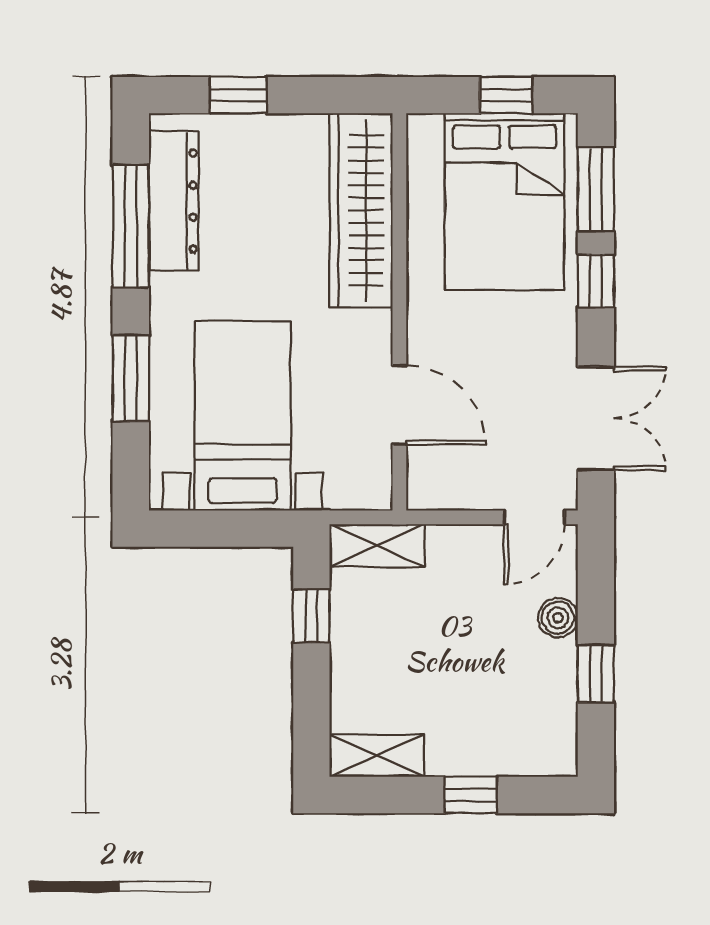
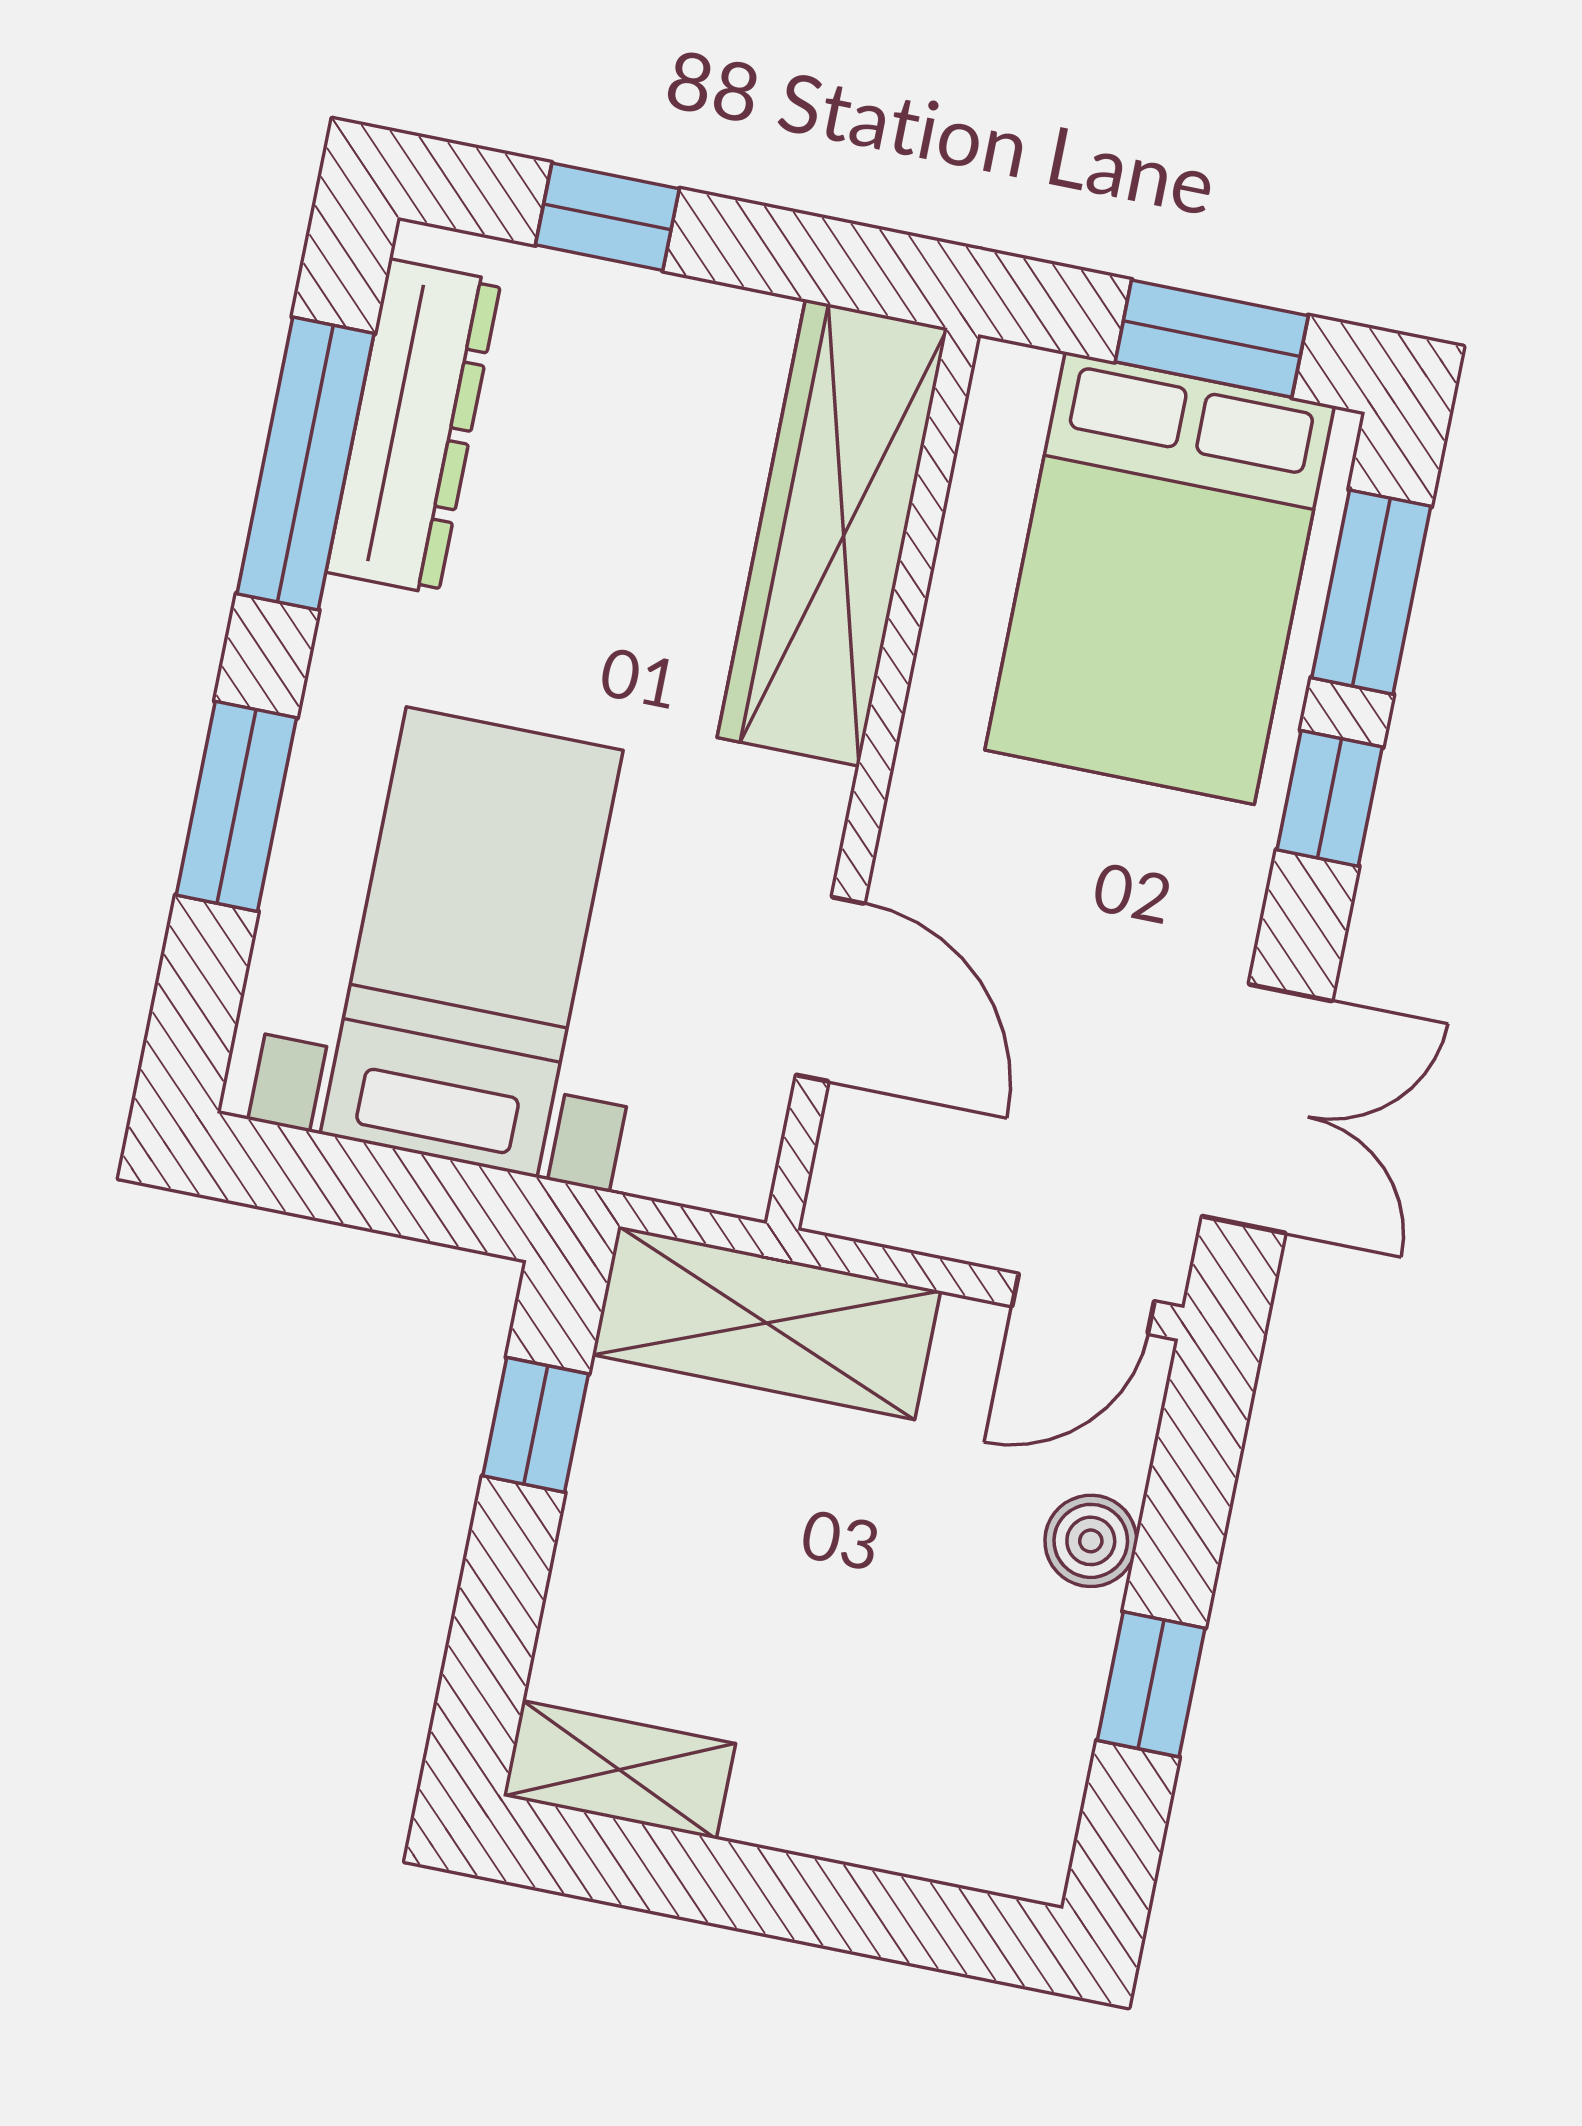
window: (506, 95) -> (1212, 339), width x1.50
shelving: (377, 546) -> (766, 1323), width x1.50, depth x1.33
window: (471, 795) -> (813, 1901), removed

